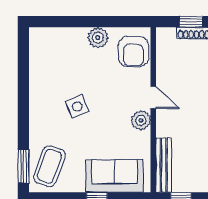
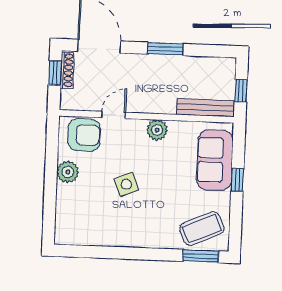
door: (153, 97) -> (114, 115), moved
side table: (77, 106) -> (126, 184), moved
coffee table: (49, 166) -> (202, 229), turned -44

